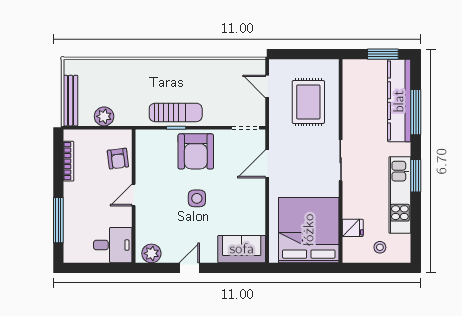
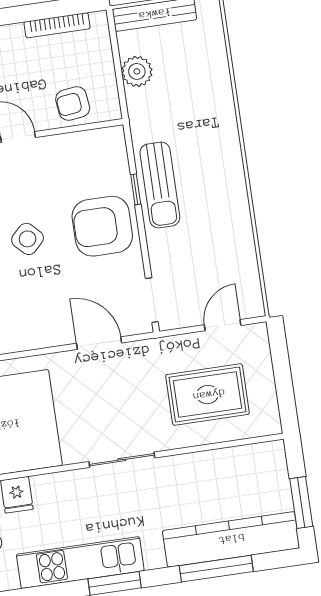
side table: (197, 198) -> (28, 239), turned 45

